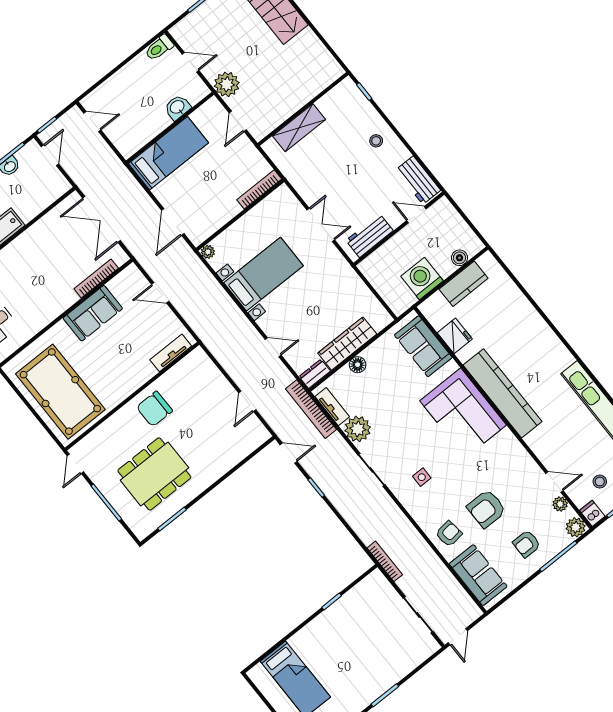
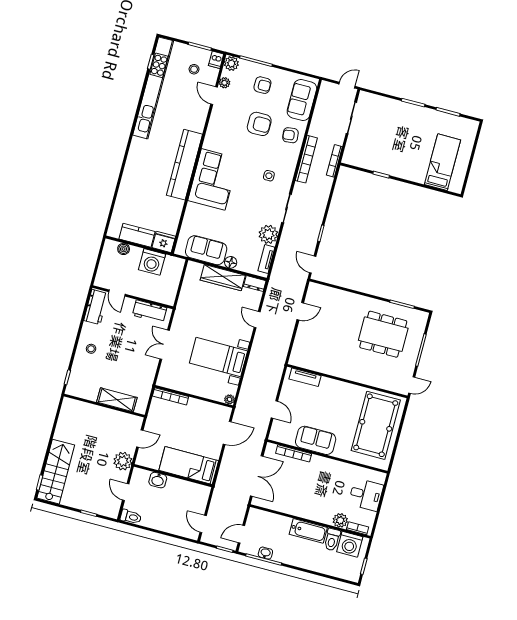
fridge: (455, 336) -> (164, 242), moved, turned 90
sofa: (423, 346) -> (206, 250), moved, turned -90
chair: (154, 409) -> (345, 362), removed
bookcase: (311, 409) -> (306, 159), moved

